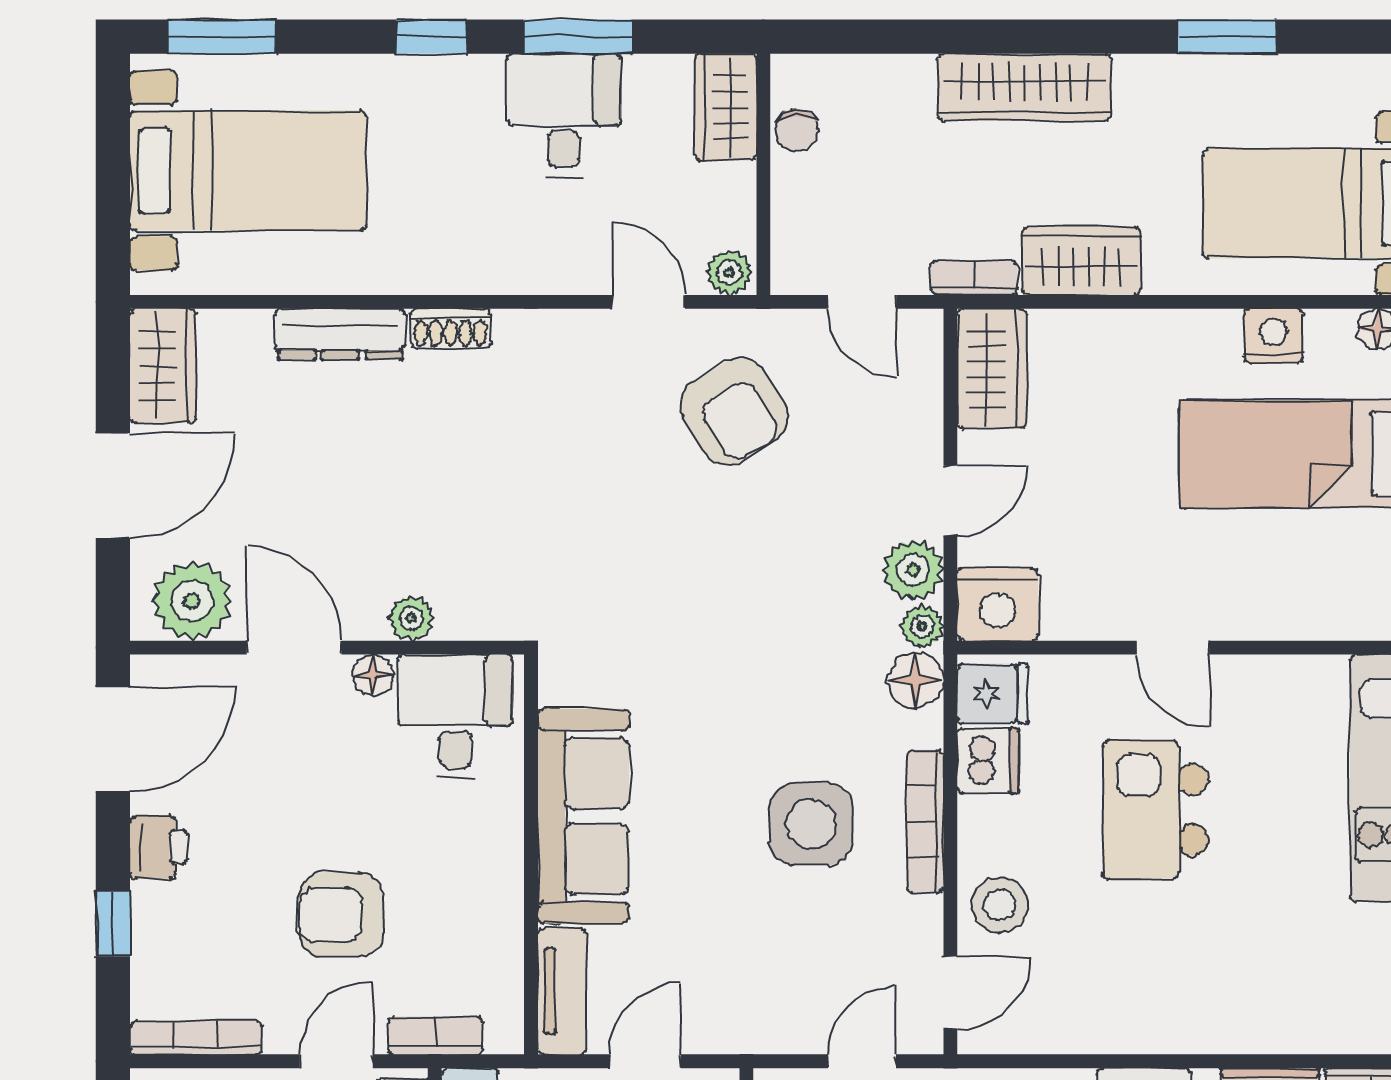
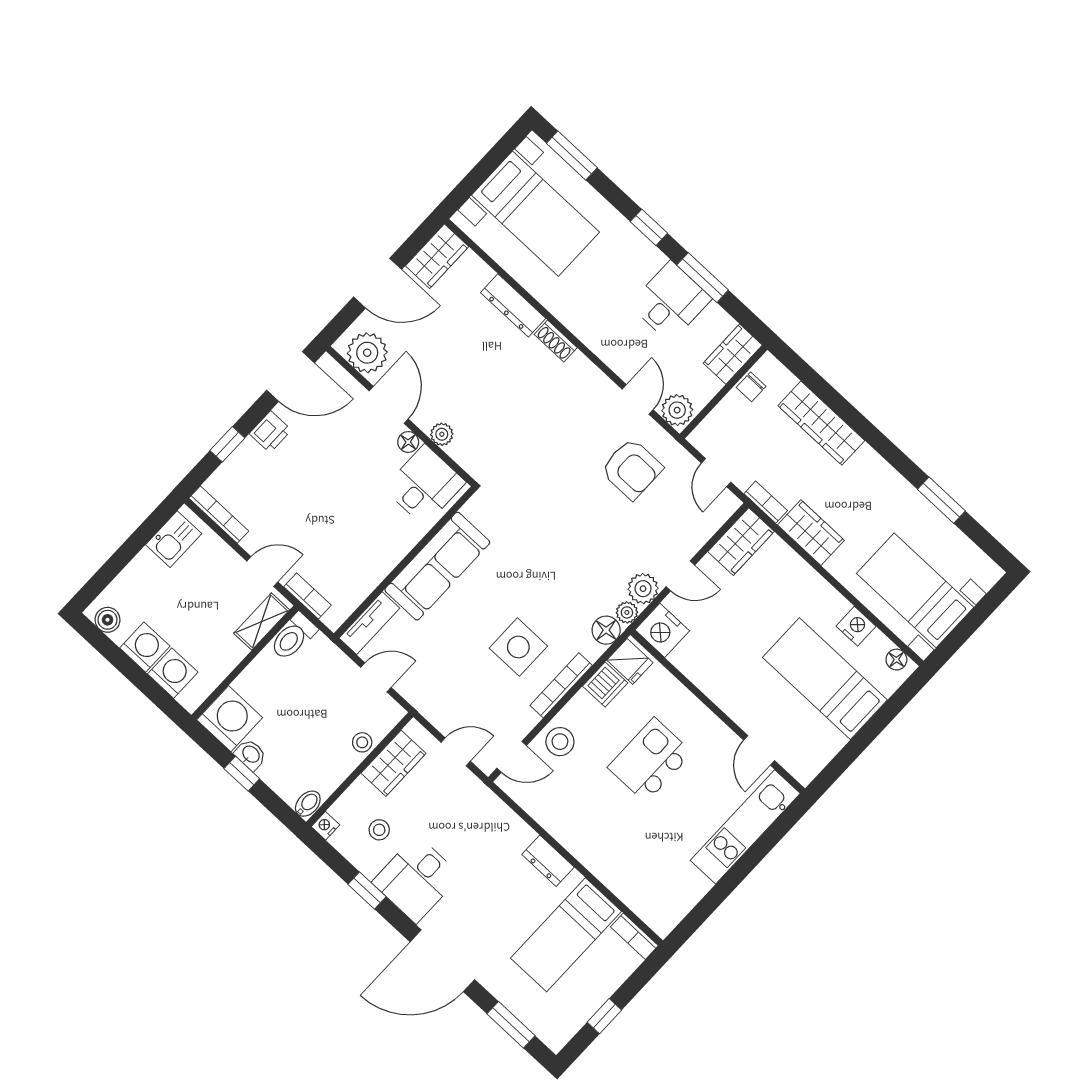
wardrobe: (1024, 87) -> (821, 423), moved
plant: (729, 272) -> (677, 410), width x1.38, depth x1.38
armchair: (734, 411) -> (632, 469), turned -59
door: (1173, 648) -> (759, 750), moved
armchair: (341, 915) -> (314, 519), removed

